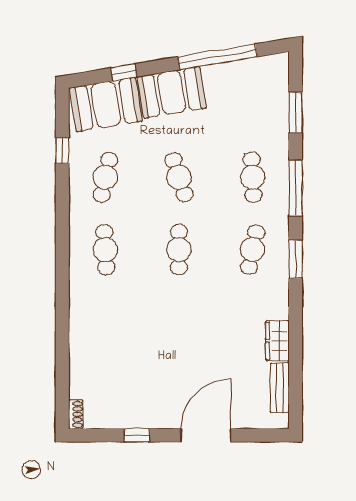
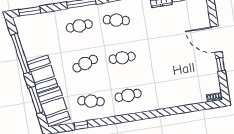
window: (124, 72) -> (36, 100), width x2.17
window: (296, 112) -> (30, 11), moved
door: (206, 435) -> (216, 39), moved

